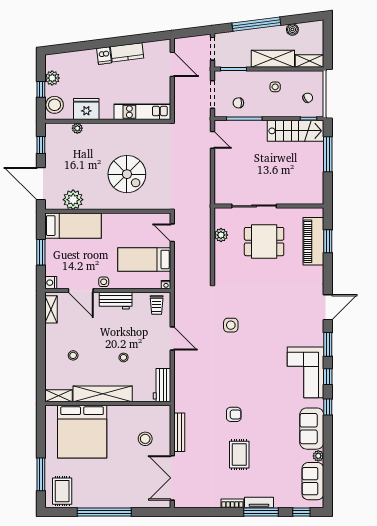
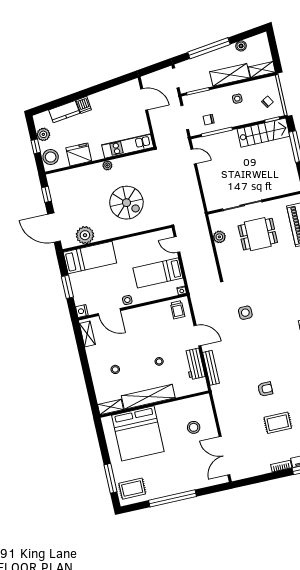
kitchen counter: (127, 52) -> (64, 112), moved
plant: (77, 128) -> (107, 165), moved
workbench: (116, 301) -> (141, 314), removed
workbench: (162, 385) -> (195, 364), moved
bench: (179, 432) -> (211, 368), moved
rug: (239, 455) -> (278, 423), turned 90
rug: (62, 491) -> (132, 489), turned 90

